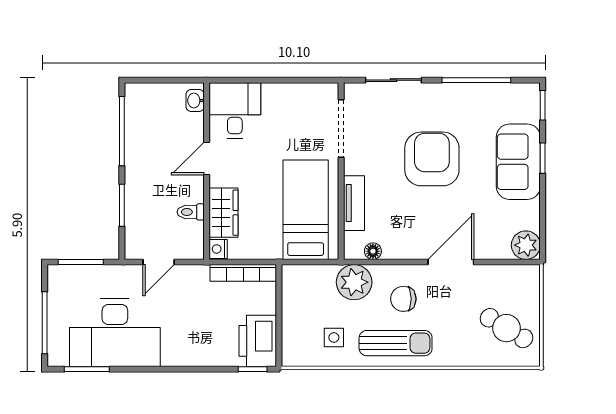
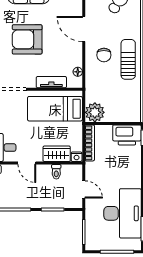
plant: (354, 282) -> (95, 112), moved
side table: (334, 337) -> (125, 93), removed

